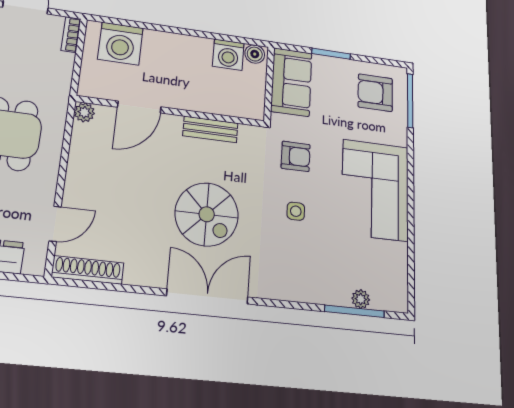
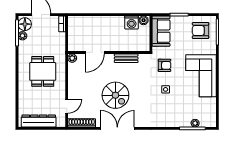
washing machine: (120, 44) -> (84, 25), removed
spiral stairs: (207, 214) -> (115, 95), moved
double door: (207, 296) -> (117, 128), moved

